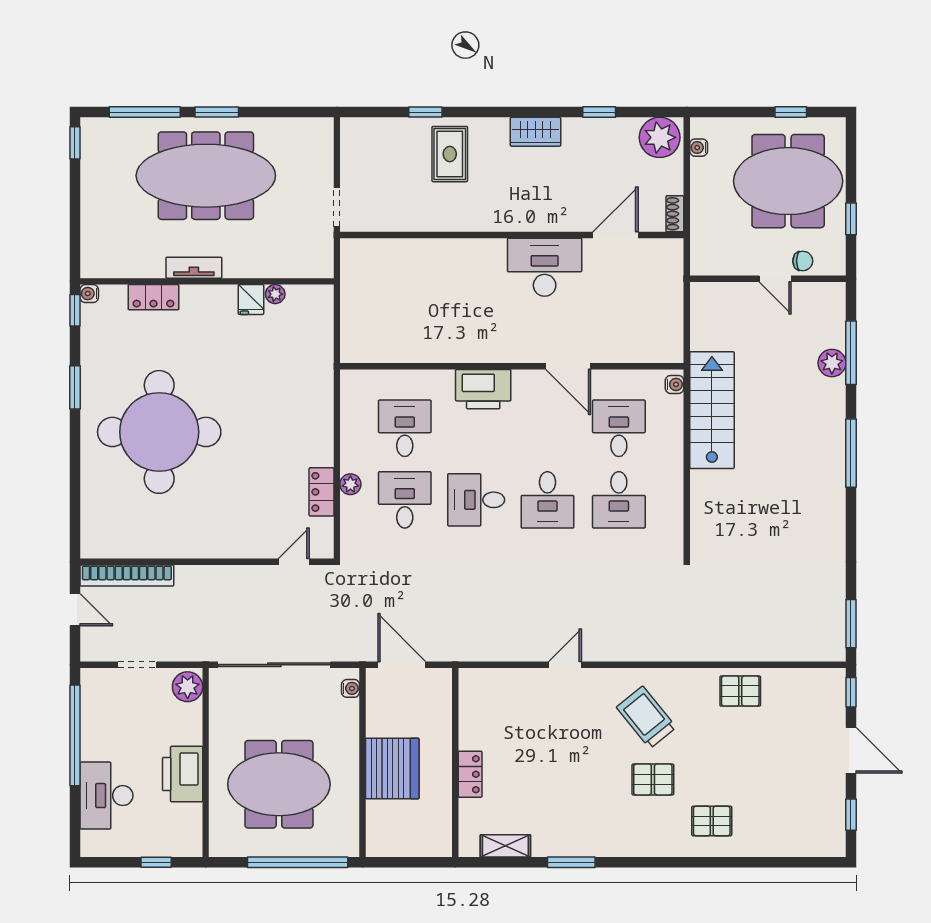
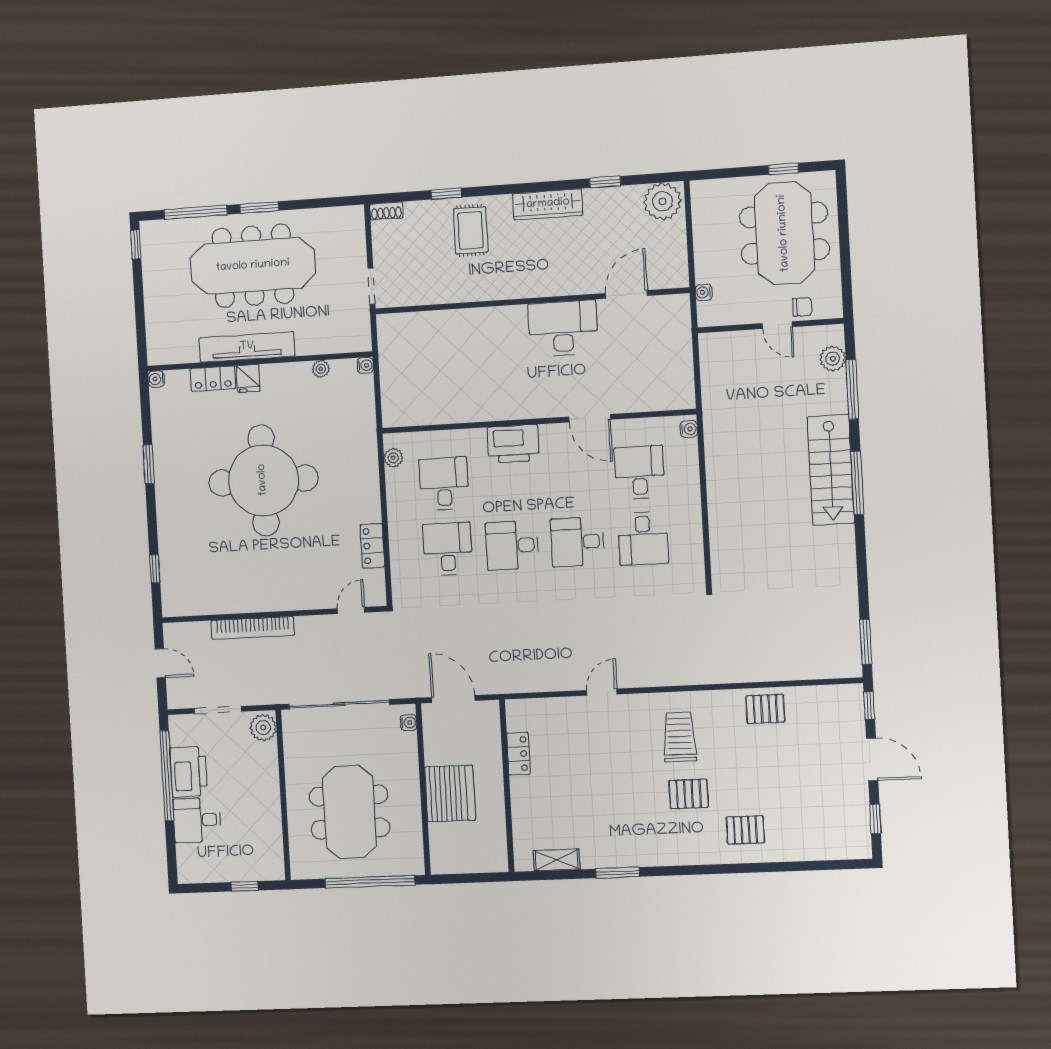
wardrobe: (535, 132) -> (548, 204), width x1.50
water cooler: (699, 148) -> (704, 292), moved
meeting table: (788, 181) -> (784, 233), turned 90
shoe rack: (675, 214) -> (386, 211), moved, turned -90
window: (851, 219) -> (846, 264), removed
tv unit: (194, 268) -> (247, 347), width x1.92, depth x1.29
water cooler: (325, 293) -> (365, 365), added
fridge: (251, 299) -> (248, 378), moved
window: (75, 310) -> (155, 569), moved
plant: (832, 363) -> (833, 359), moved
stairs: (712, 410) -> (831, 470), moved, turned 180
round table: (159, 432) -> (263, 480), moved
plant: (350, 484) -> (393, 458), moved
desk: (547, 500) -> (577, 542), turned 90
bookcase: (127, 576) -> (253, 628), moved
doorway: (137, 665) -> (218, 710), width x1.38
trolley: (646, 717) -> (679, 737), turned 39
printer: (183, 774) -> (189, 772), moved, turned 180
locker: (470, 774) -> (518, 754), moved
meeting table: (279, 784) -> (349, 812), turned 90
desk: (106, 796) -> (197, 820), width x0.73

